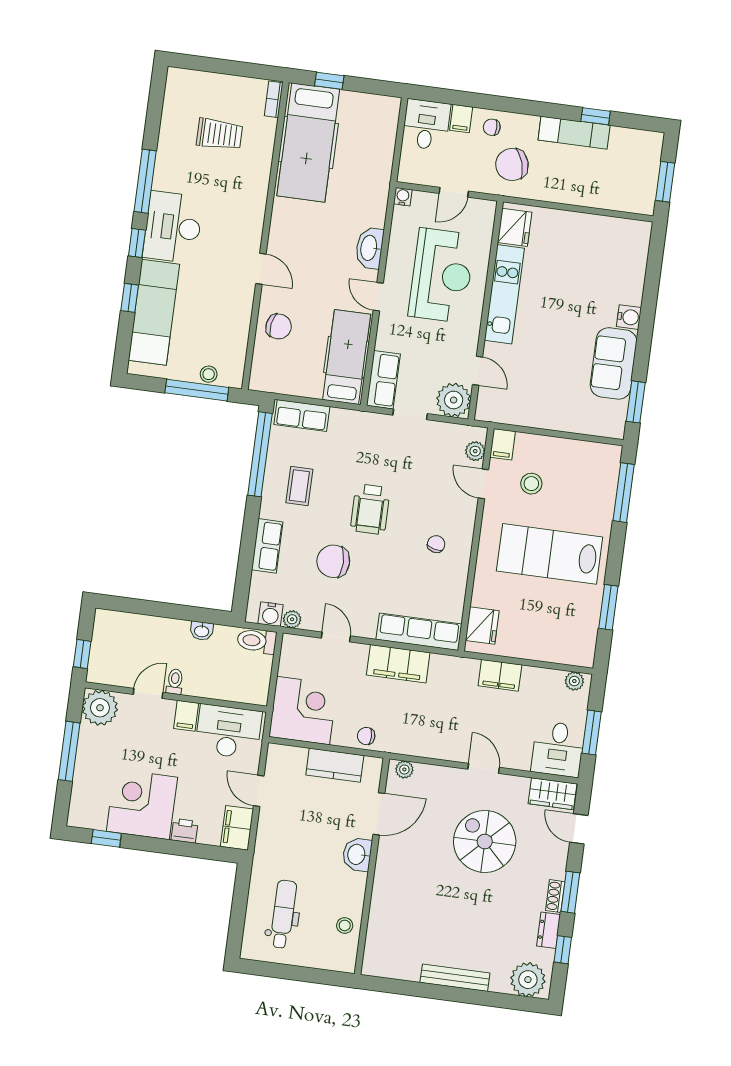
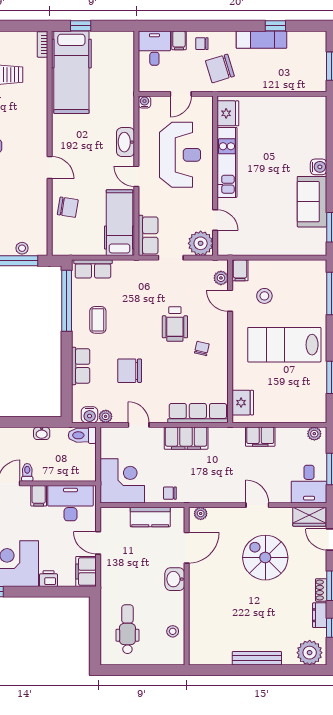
wheelchair: (370, 509) -> (175, 324), moved

